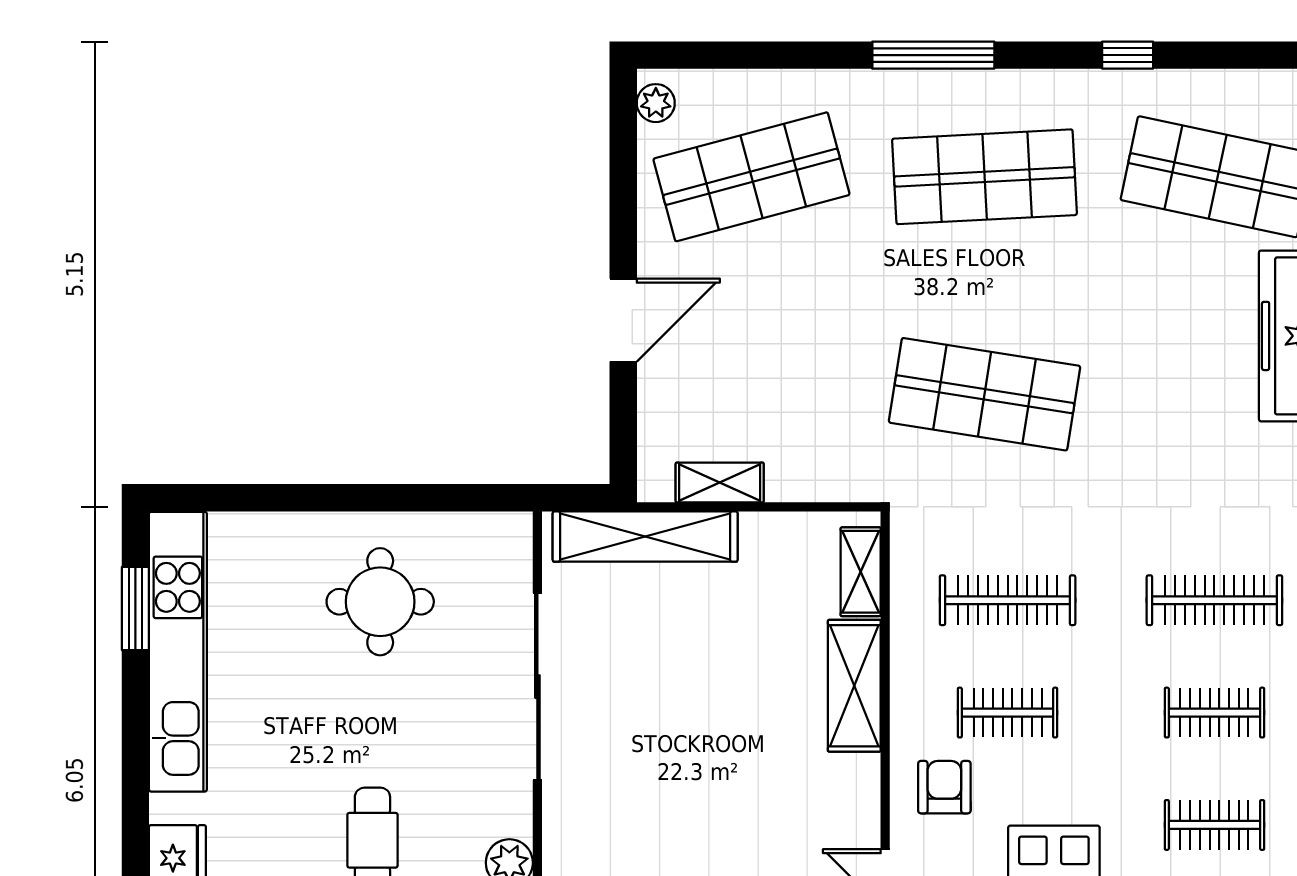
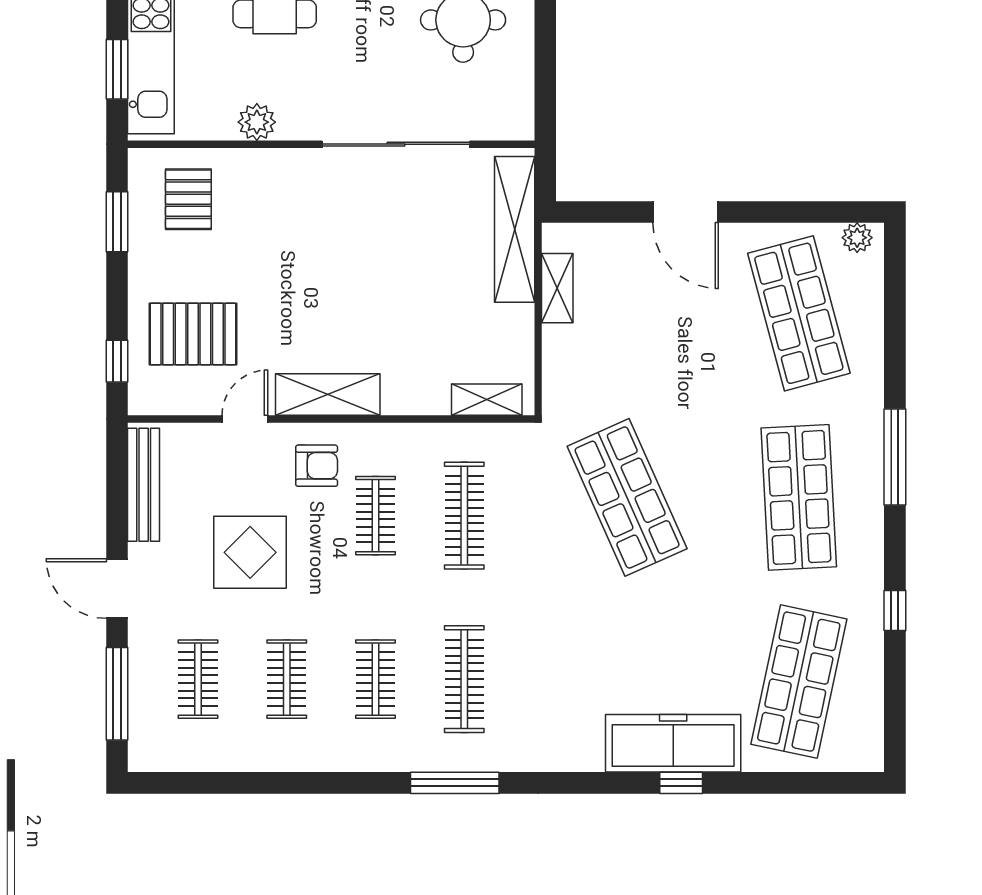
shop shelf: (985, 394) -> (627, 497), turned -33
shelving: (854, 686) -> (328, 395), moved

